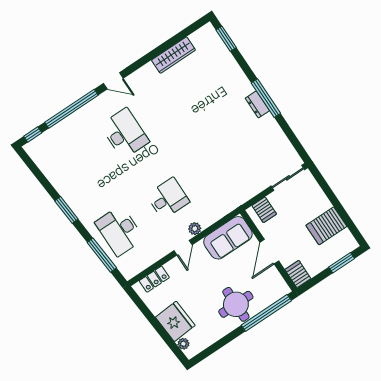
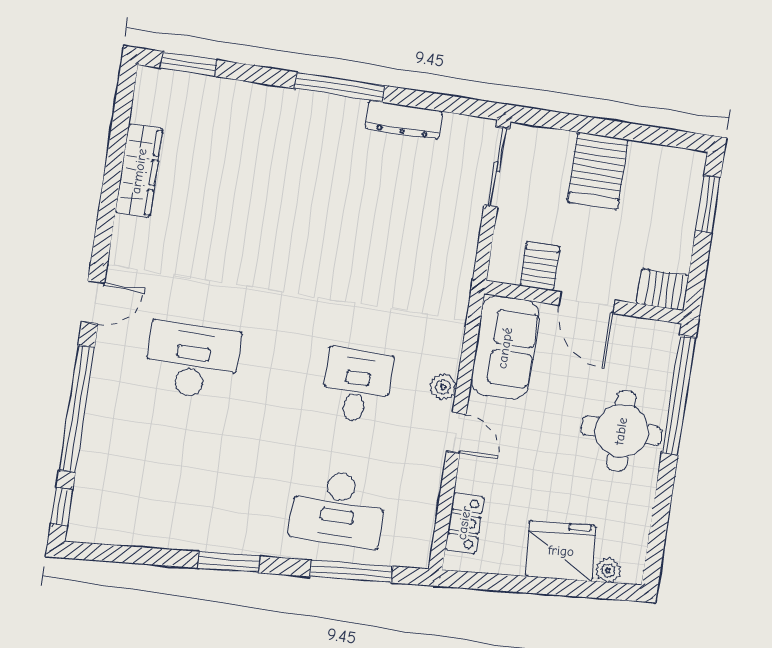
dresser: (257, 104) -> (404, 120), moved, width x1.44
server rack: (264, 210) -> (540, 266), moved, turned -90
server rack: (326, 226) -> (598, 171), moved

